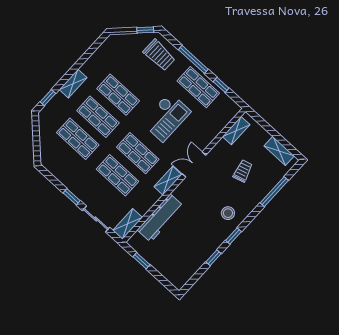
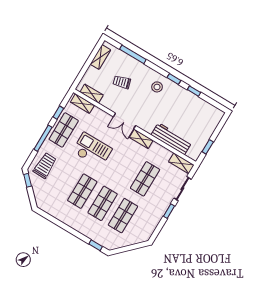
shelving: (73, 84) -> (82, 104), moved
shop shelf: (138, 153) -> (125, 167), removed

